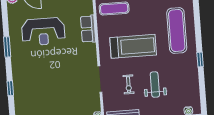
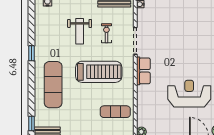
row of seats: (88, 29) -> (143, 71), moved
treadmill: (133, 46) -> (99, 72), turned 180

